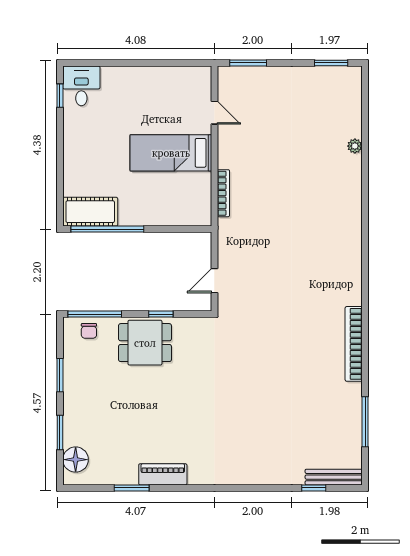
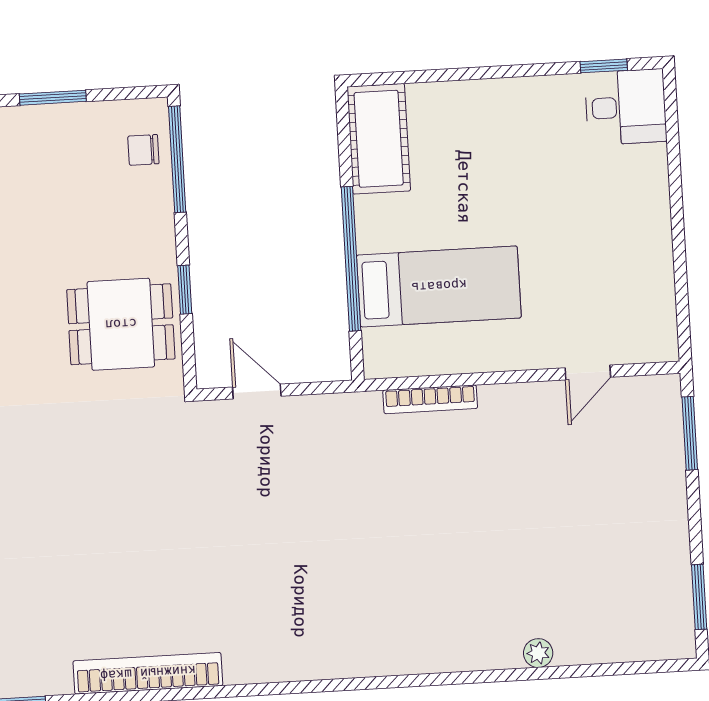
bed: (171, 153) -> (439, 286), moved, turned 90
window: (107, 229) -> (351, 259), moved
dining table: (145, 343) -> (121, 324), moved, turned 90

